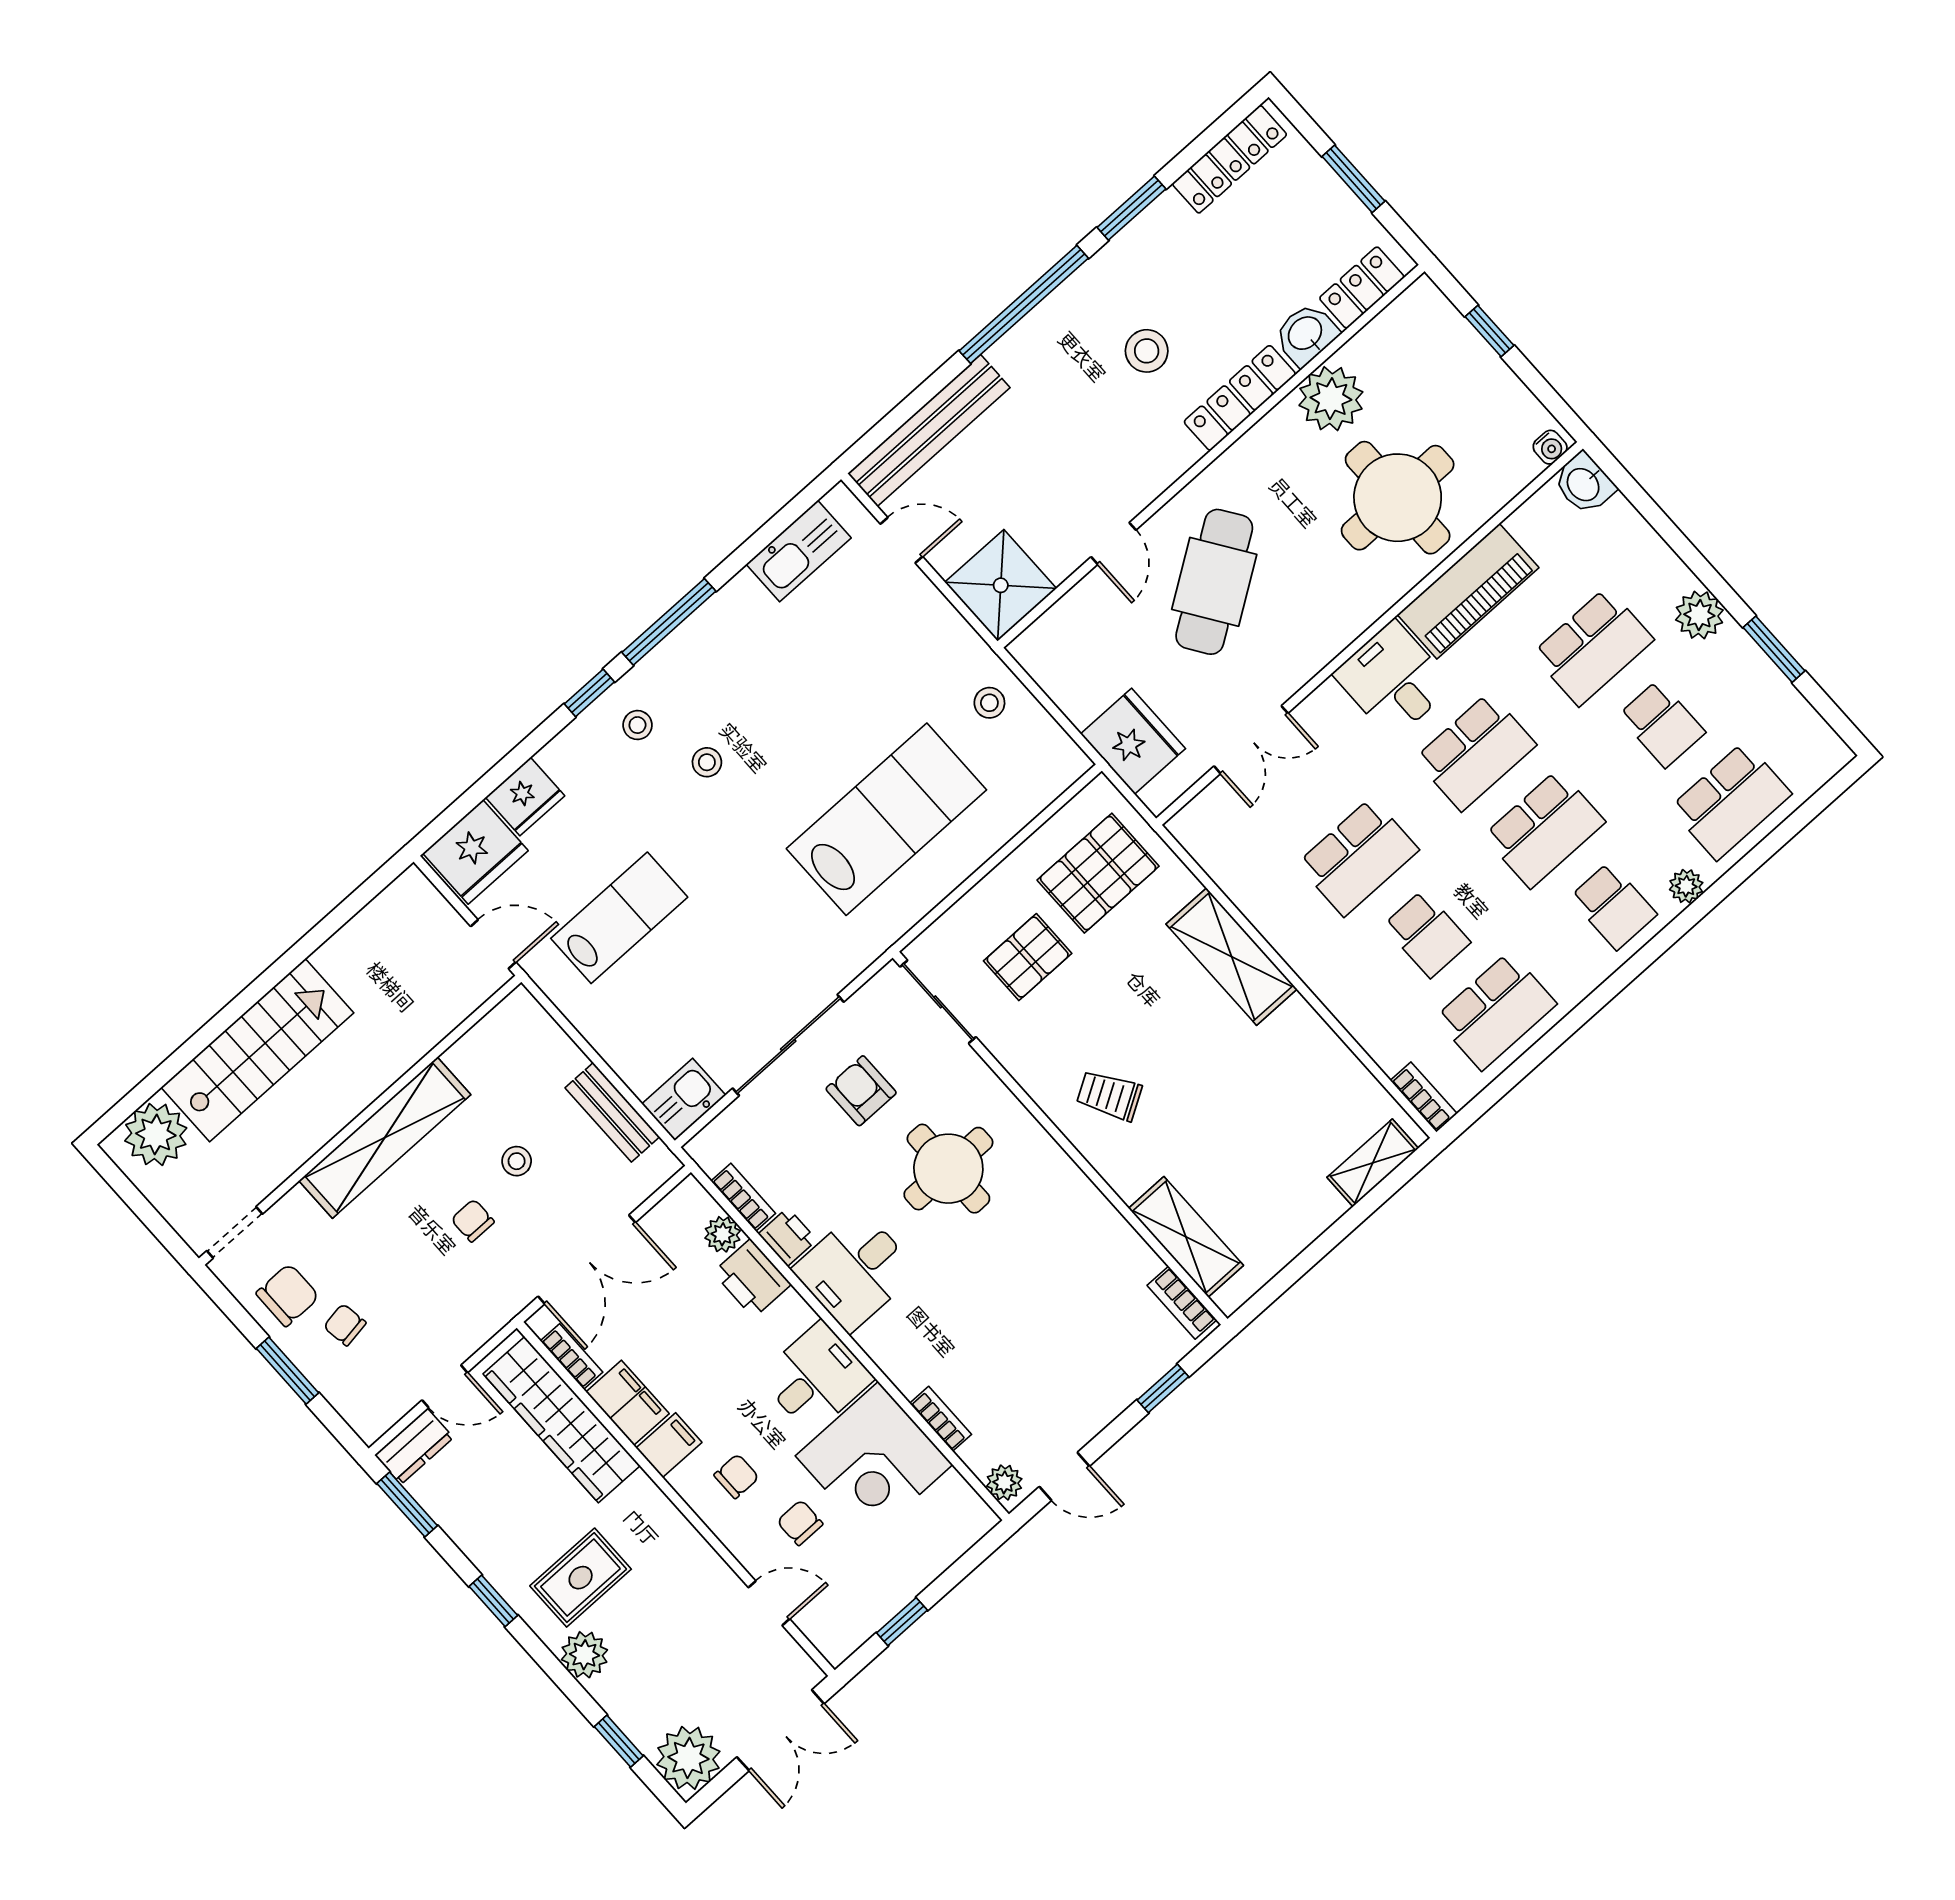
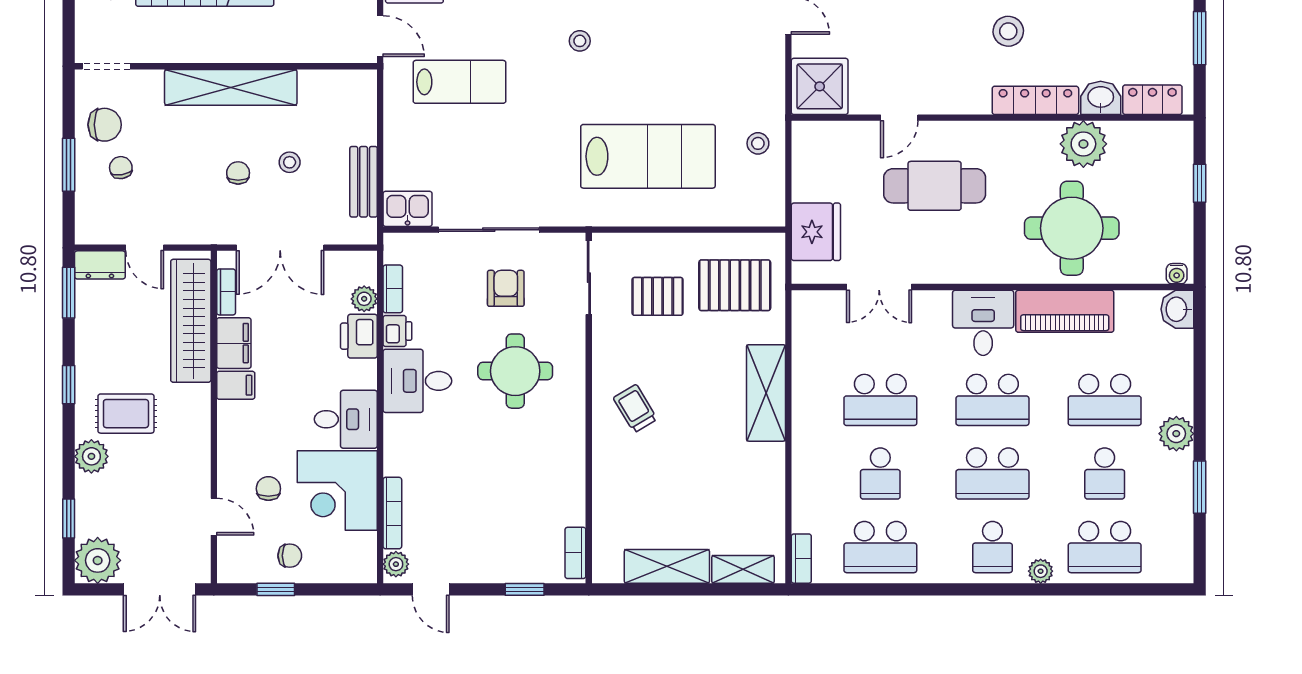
cafe table: (1214, 582) -> (935, 186), turned 34
shelving: (1186, 1237) -> (667, 566), moved, turned 90
bookcase: (941, 1419) -> (392, 513), width x1.56
chair: (736, 1476) -> (290, 556), moved

